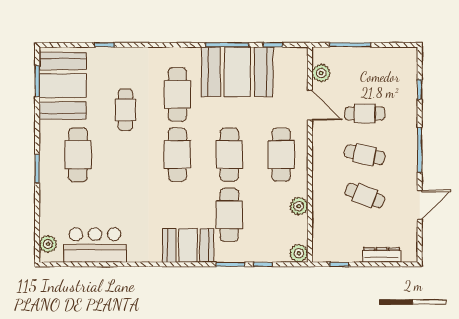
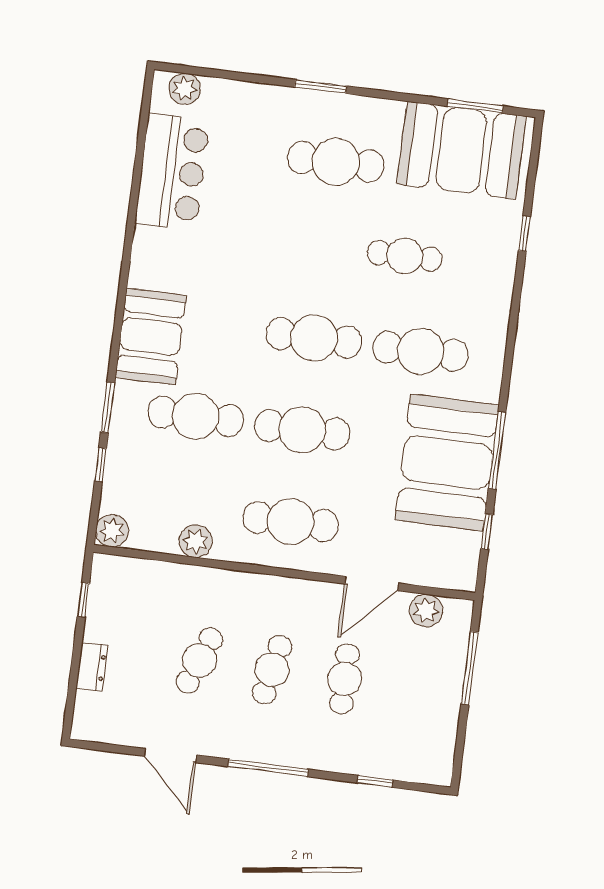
dresser: (382, 255) -> (92, 667), width x0.70

